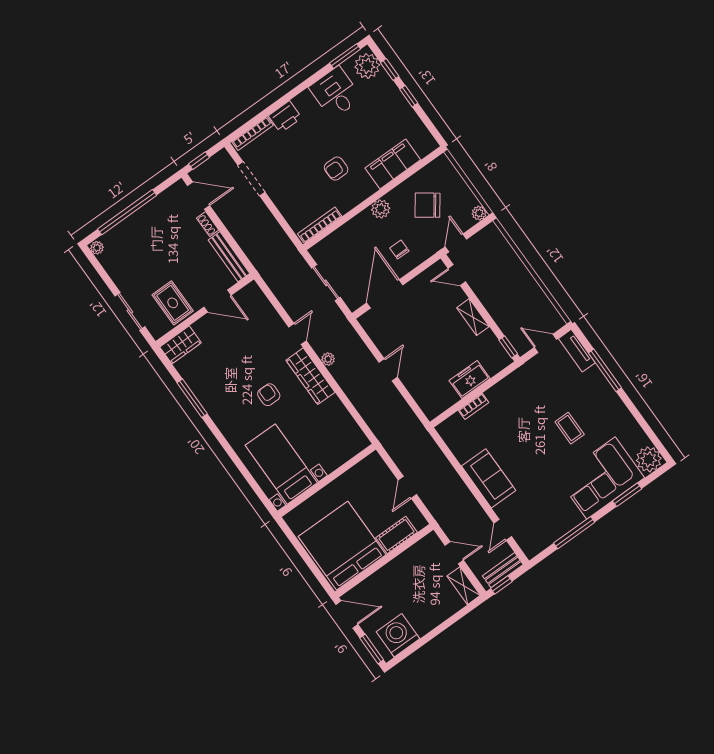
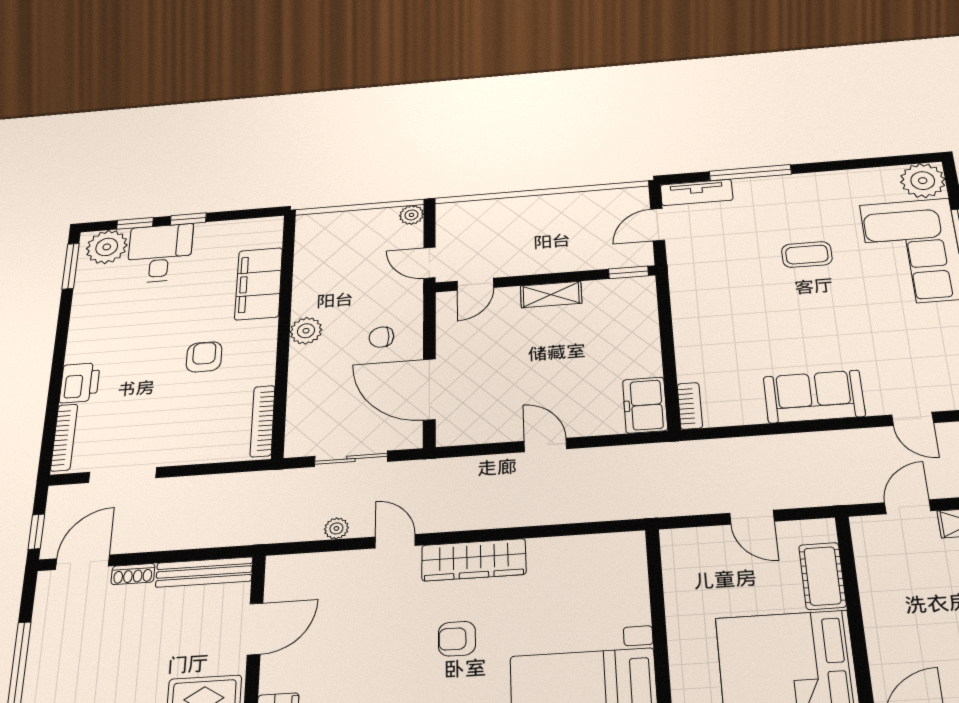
desk: (335, 93) -> (160, 253), moved, turned 90
armchair: (336, 169) -> (204, 357), turned 180
chair: (427, 205) -> (349, 271), removed
plant: (328, 359) -> (336, 528), moved
freezer: (470, 379) -> (645, 405), moved
bookcase: (474, 406) -> (690, 406), moved

